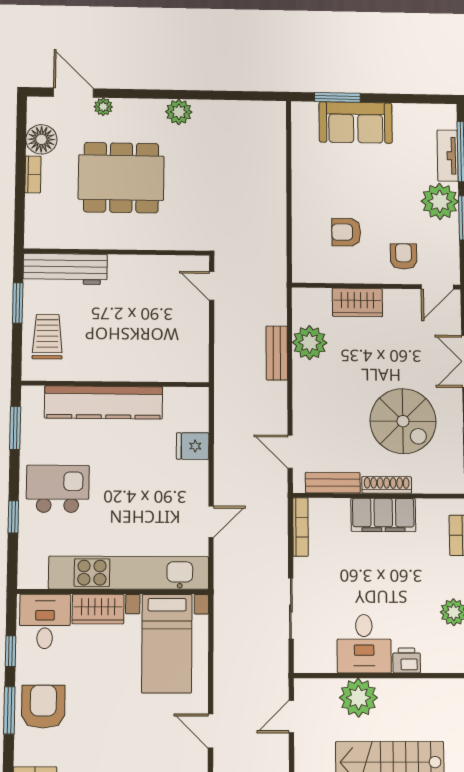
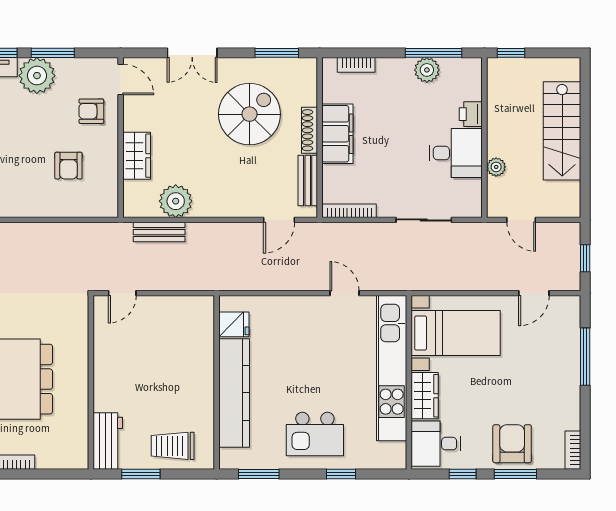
workbench: (65, 269) -> (108, 441), width x0.73
bench: (277, 353) -> (159, 232), moved
fridge: (193, 446) -> (234, 324), moved, turned -90
kitchen island: (58, 489) -> (315, 434), turned -90
plant: (358, 698) -> (496, 167), width x0.53, depth x0.53
armchair: (43, 707) -> (512, 444), turned 90

